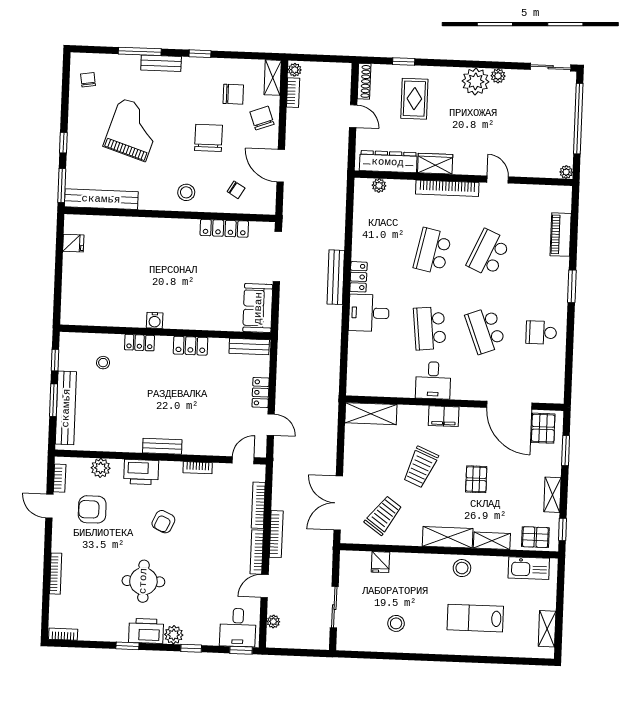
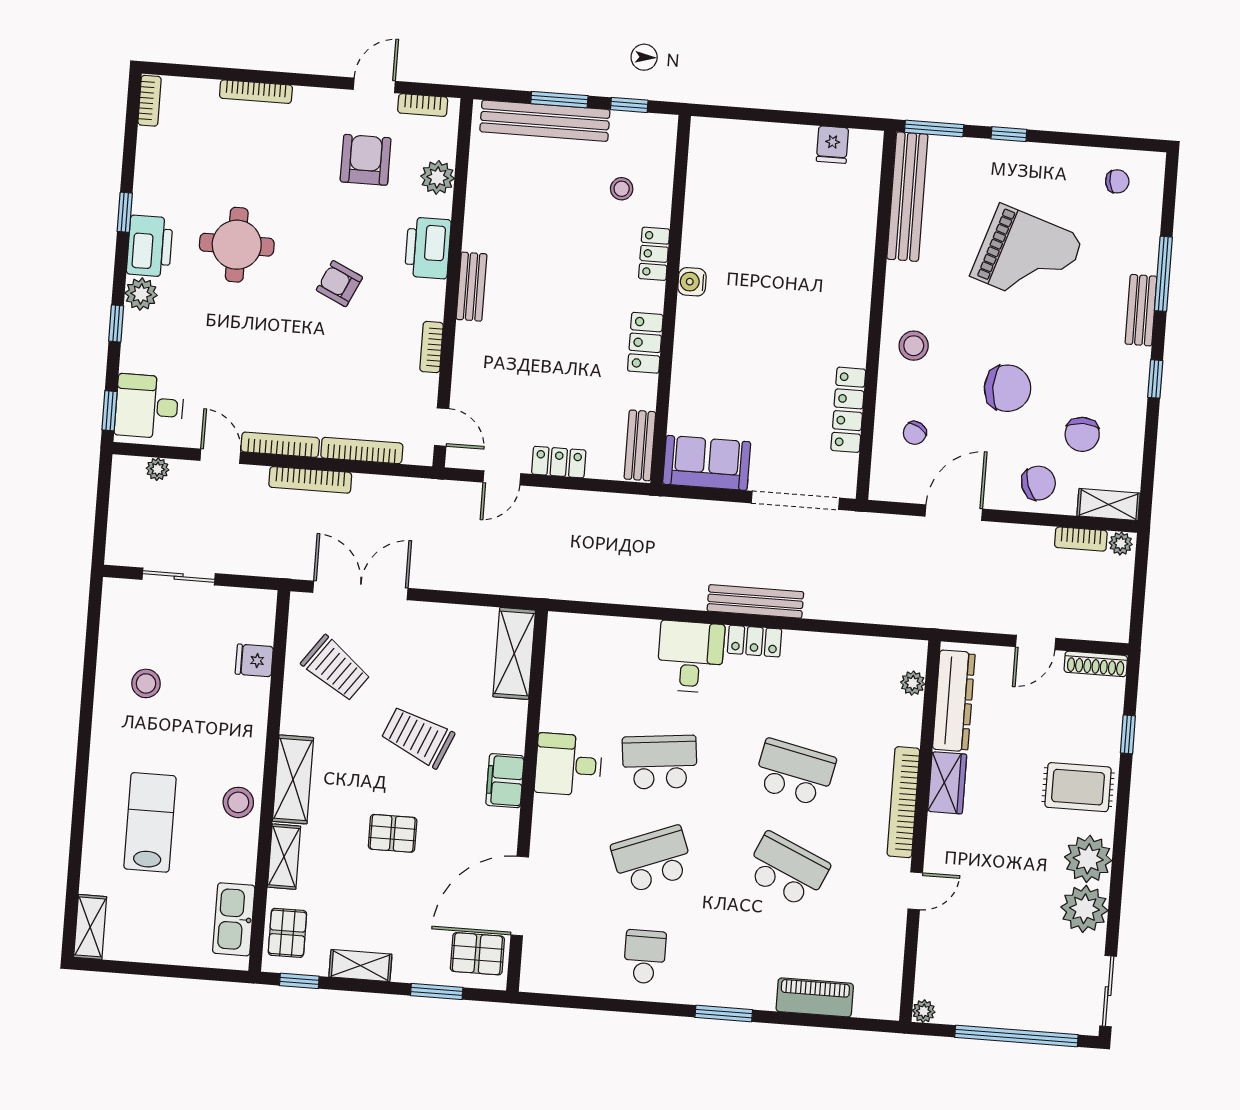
plant: (498, 76) -> (1084, 909), width x1.88, depth x1.88
rug: (414, 99) -> (1078, 787), moved
shelving: (547, 629) -> (90, 927), moved, turned 90

